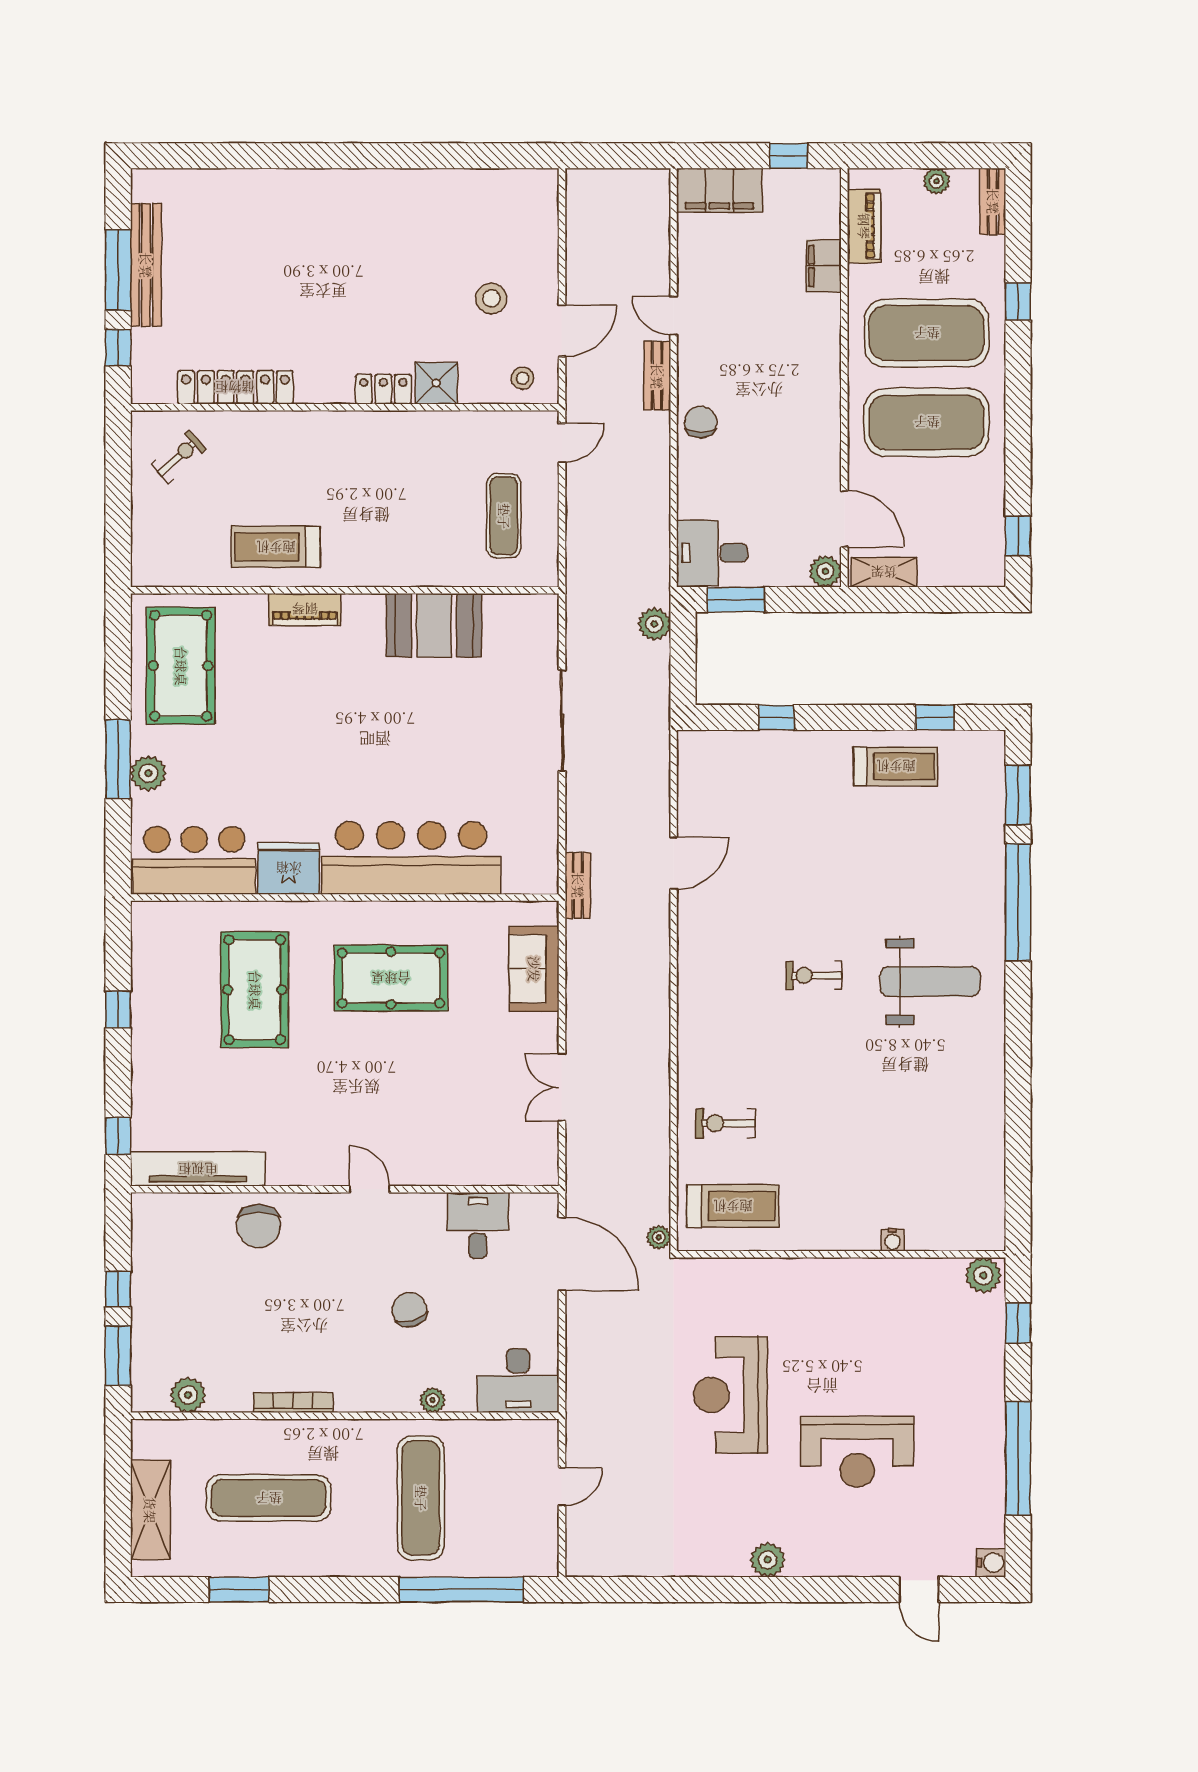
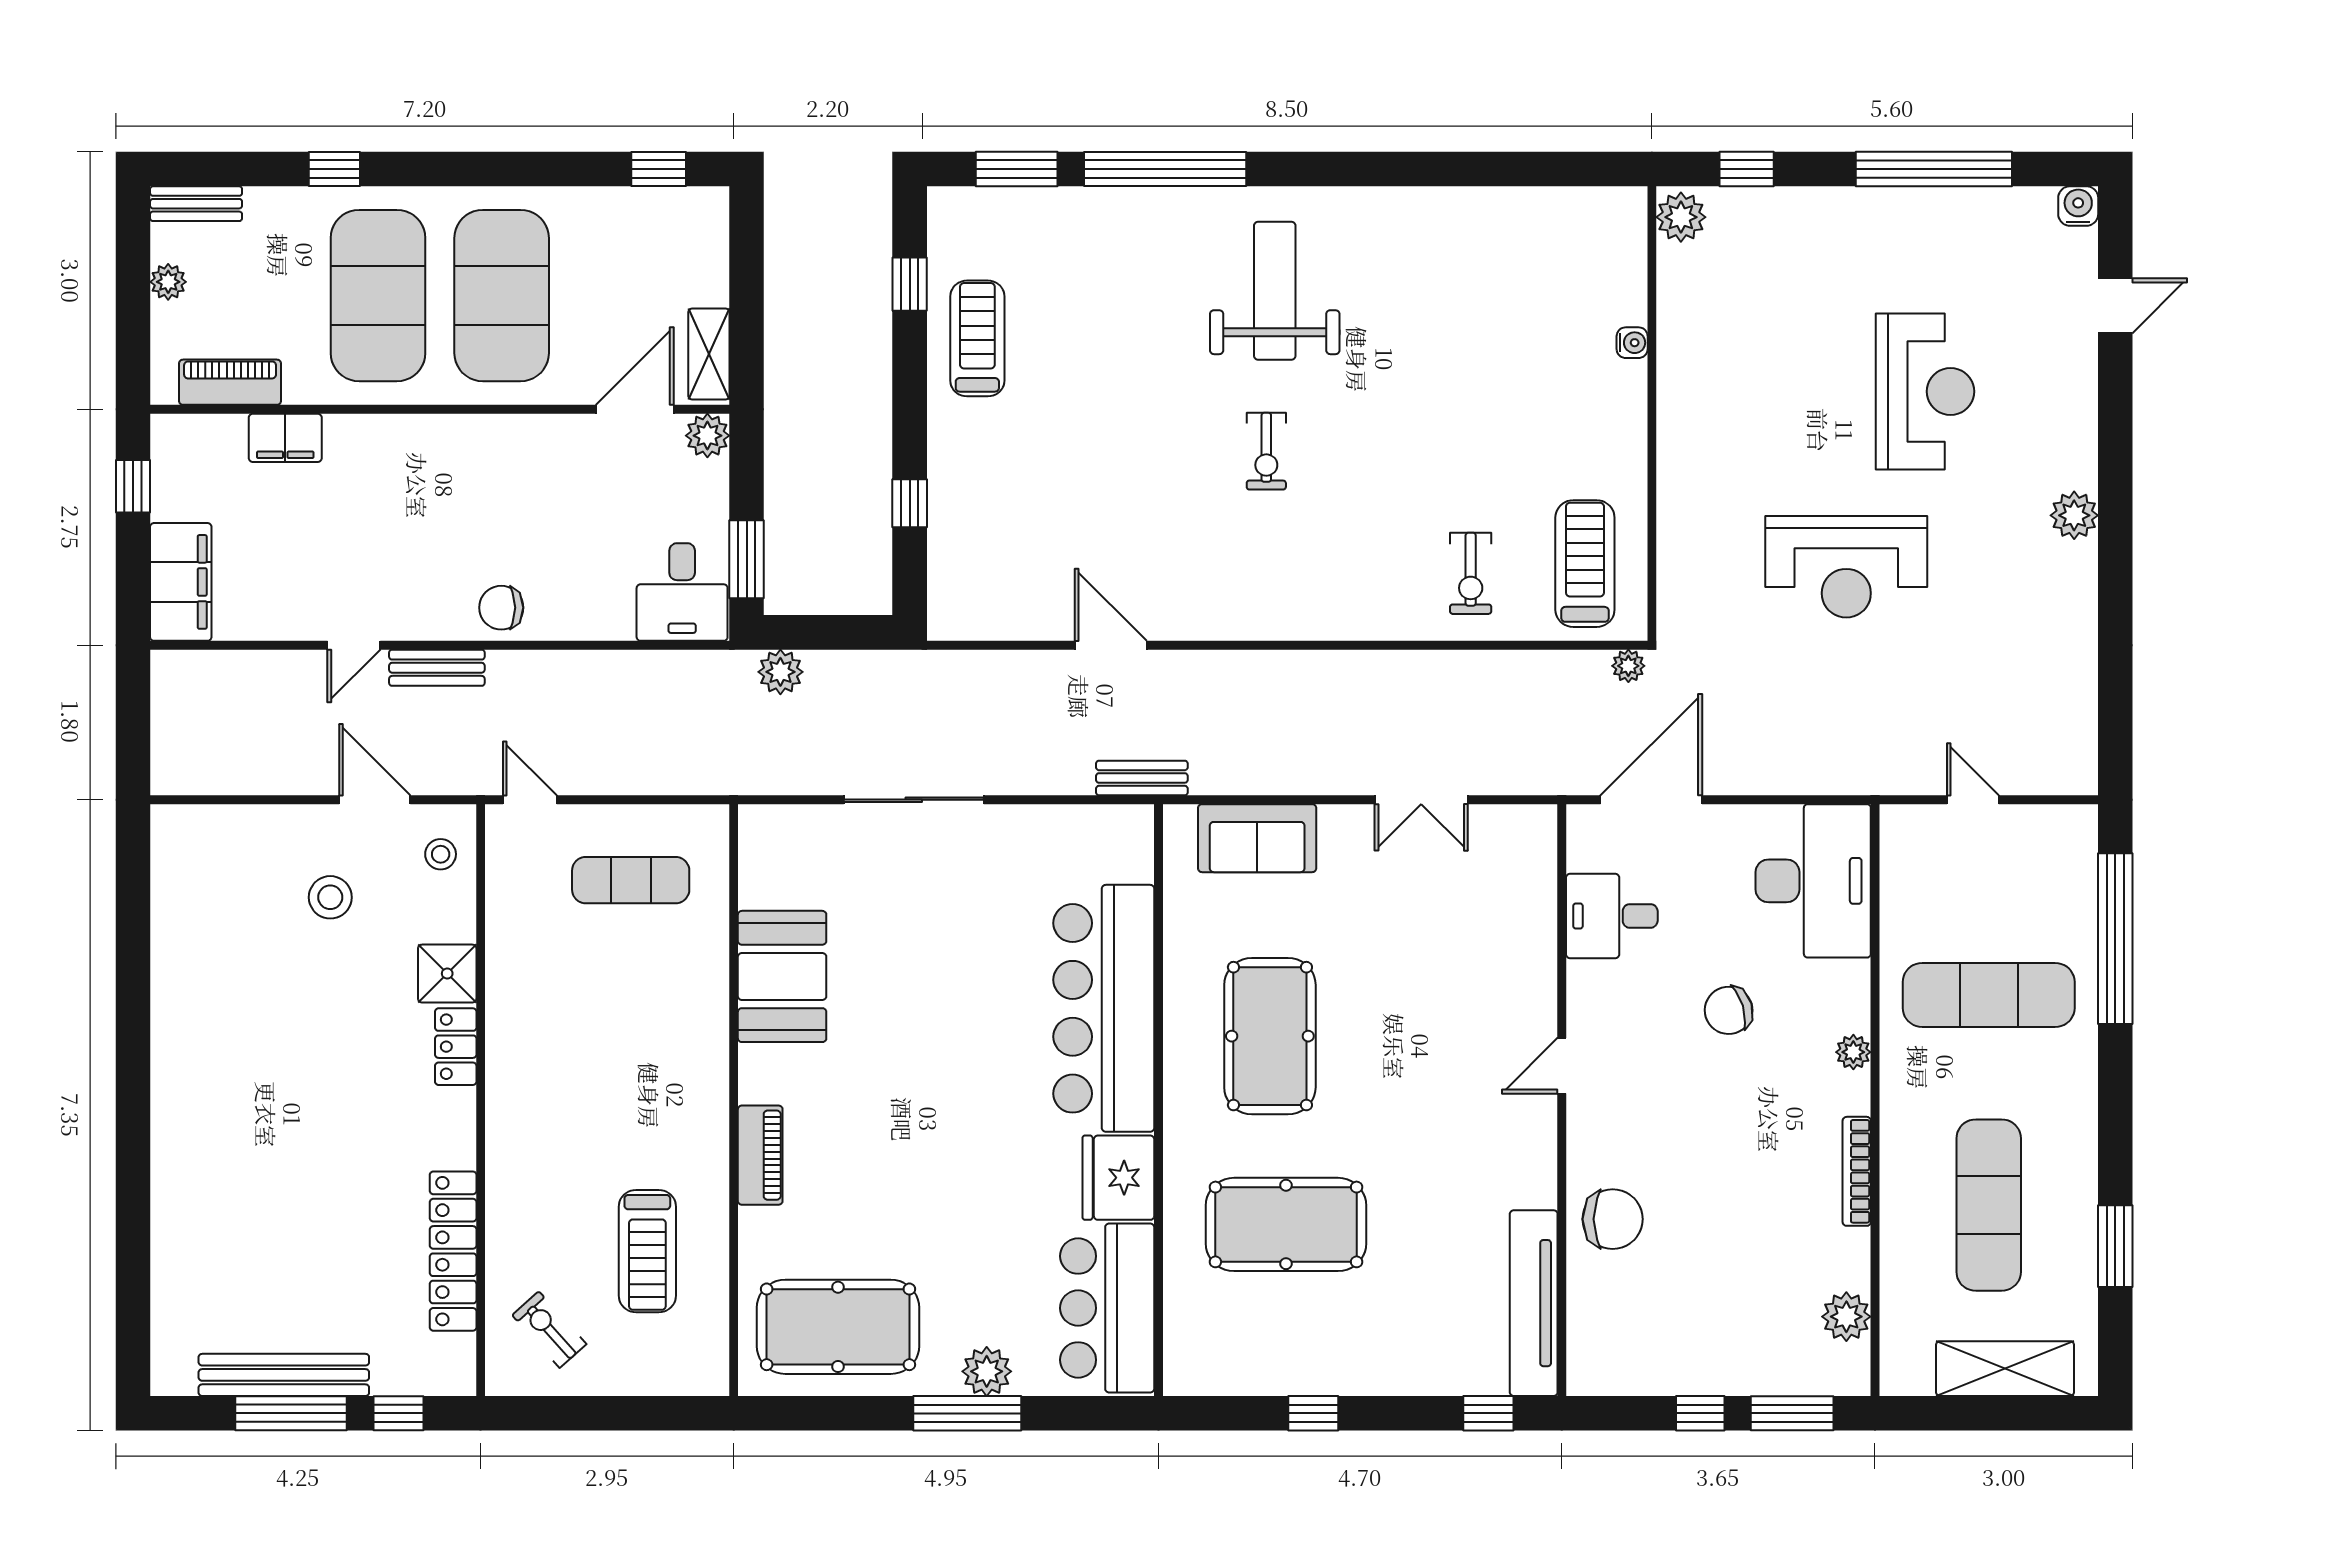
treadmill: (276, 547) -> (647, 1251), moved
desk: (518, 1381) -> (1813, 881), width x1.36, depth x1.30
plant: (433, 1400) -> (1853, 1052), moved

